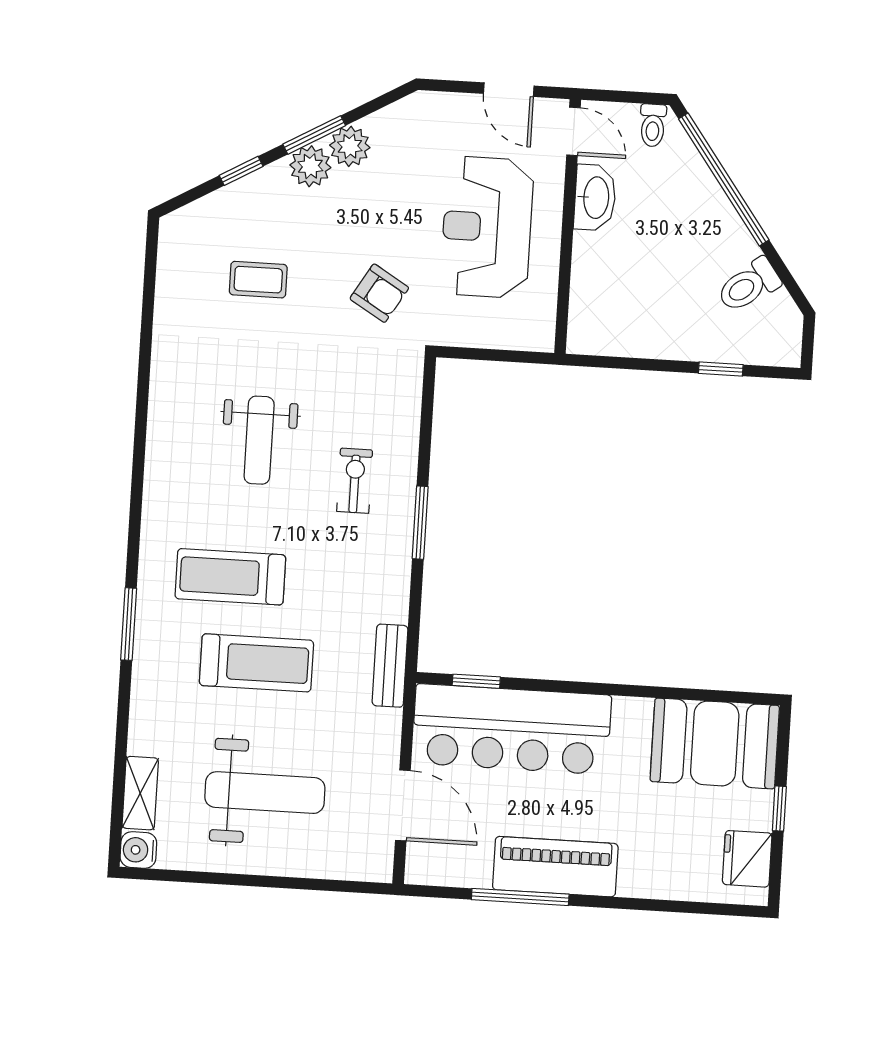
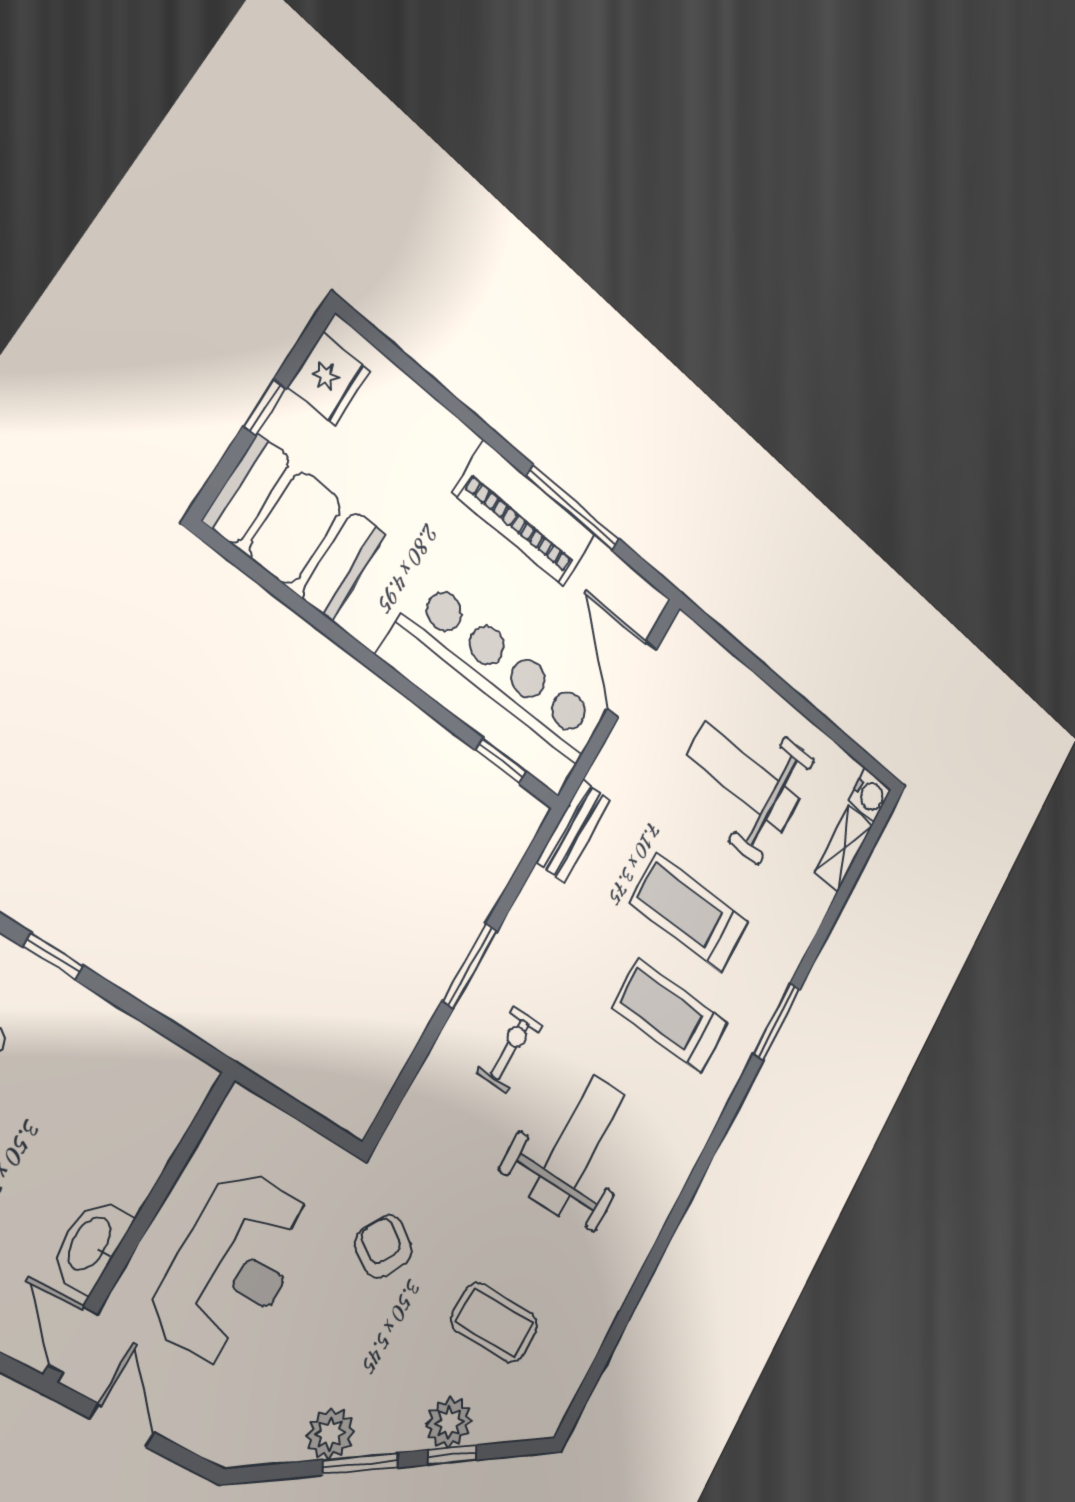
plant: (310, 166) -> (449, 1423), moved
coffee table: (258, 280) -> (494, 1323), width x1.36, depth x1.30
weight bench: (259, 440) -> (577, 1145), width x1.36, depth x1.33
exercise bike: (355, 481) -> (510, 1050), turned 180
treadmill: (230, 577) -> (670, 1016), turned 180

